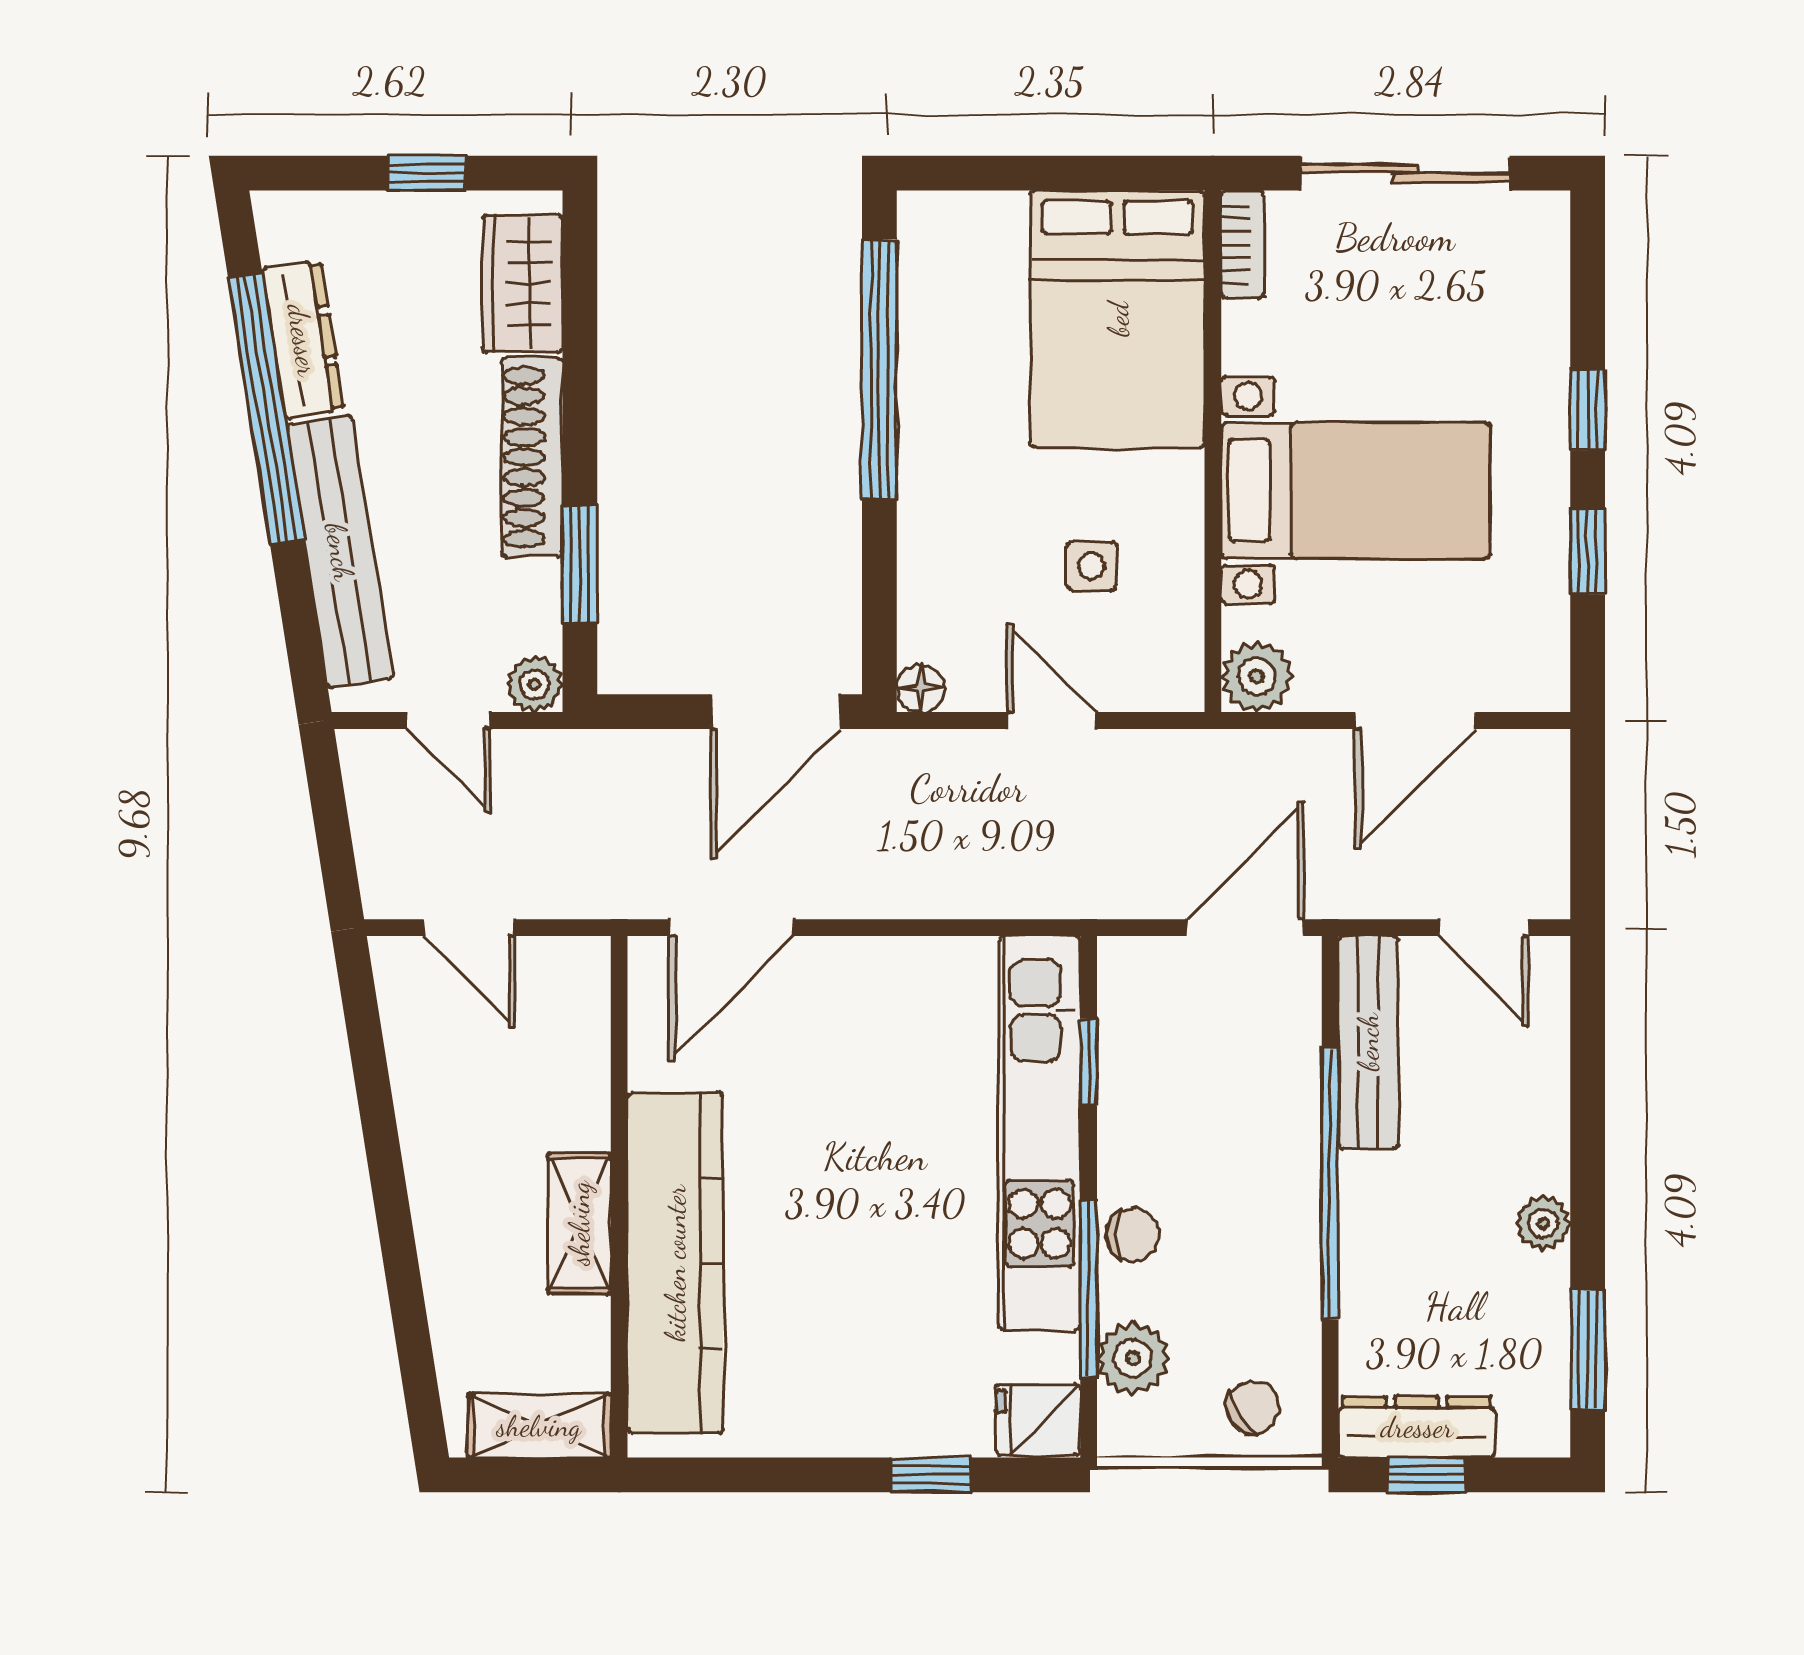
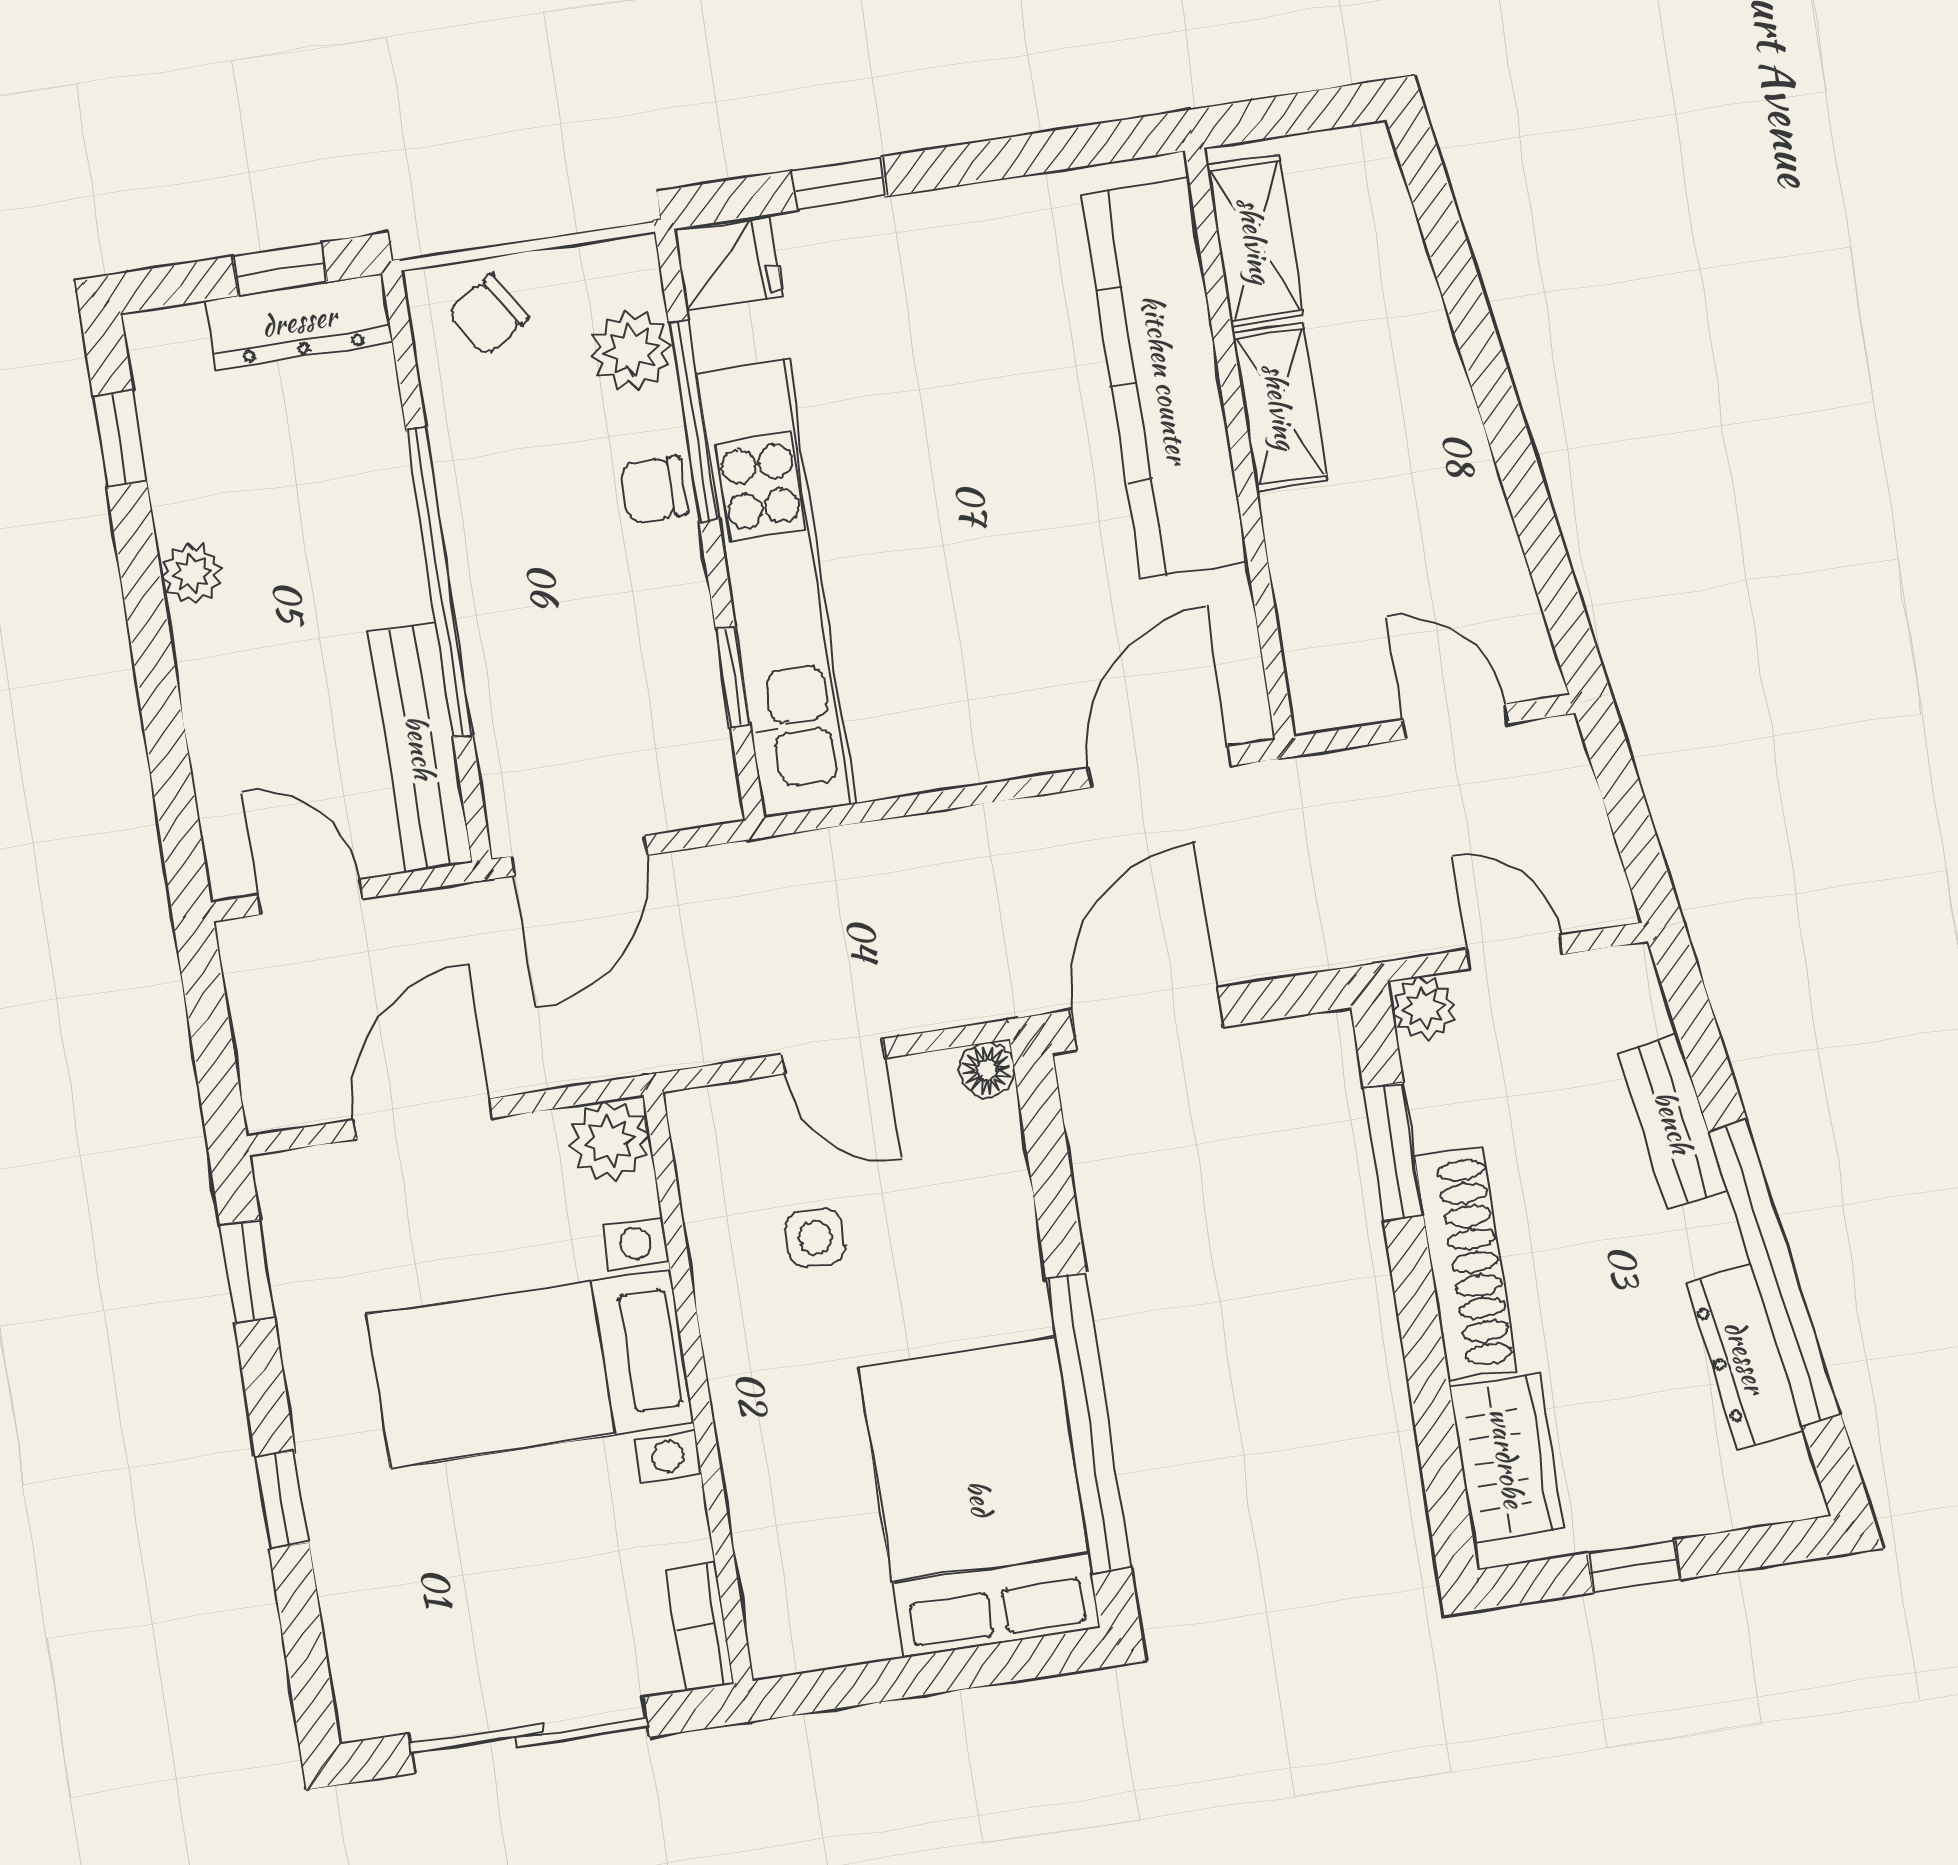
bed: (1118, 319) -> (980, 1498), moved
window: (1588, 551) -> (247, 1272), moved
bench: (340, 552) -> (1673, 1122), width x0.54, depth x0.82
window: (1588, 1349) -> (120, 439), width x0.67
shelving: (539, 1426) -> (1255, 241), moved, turned 90

